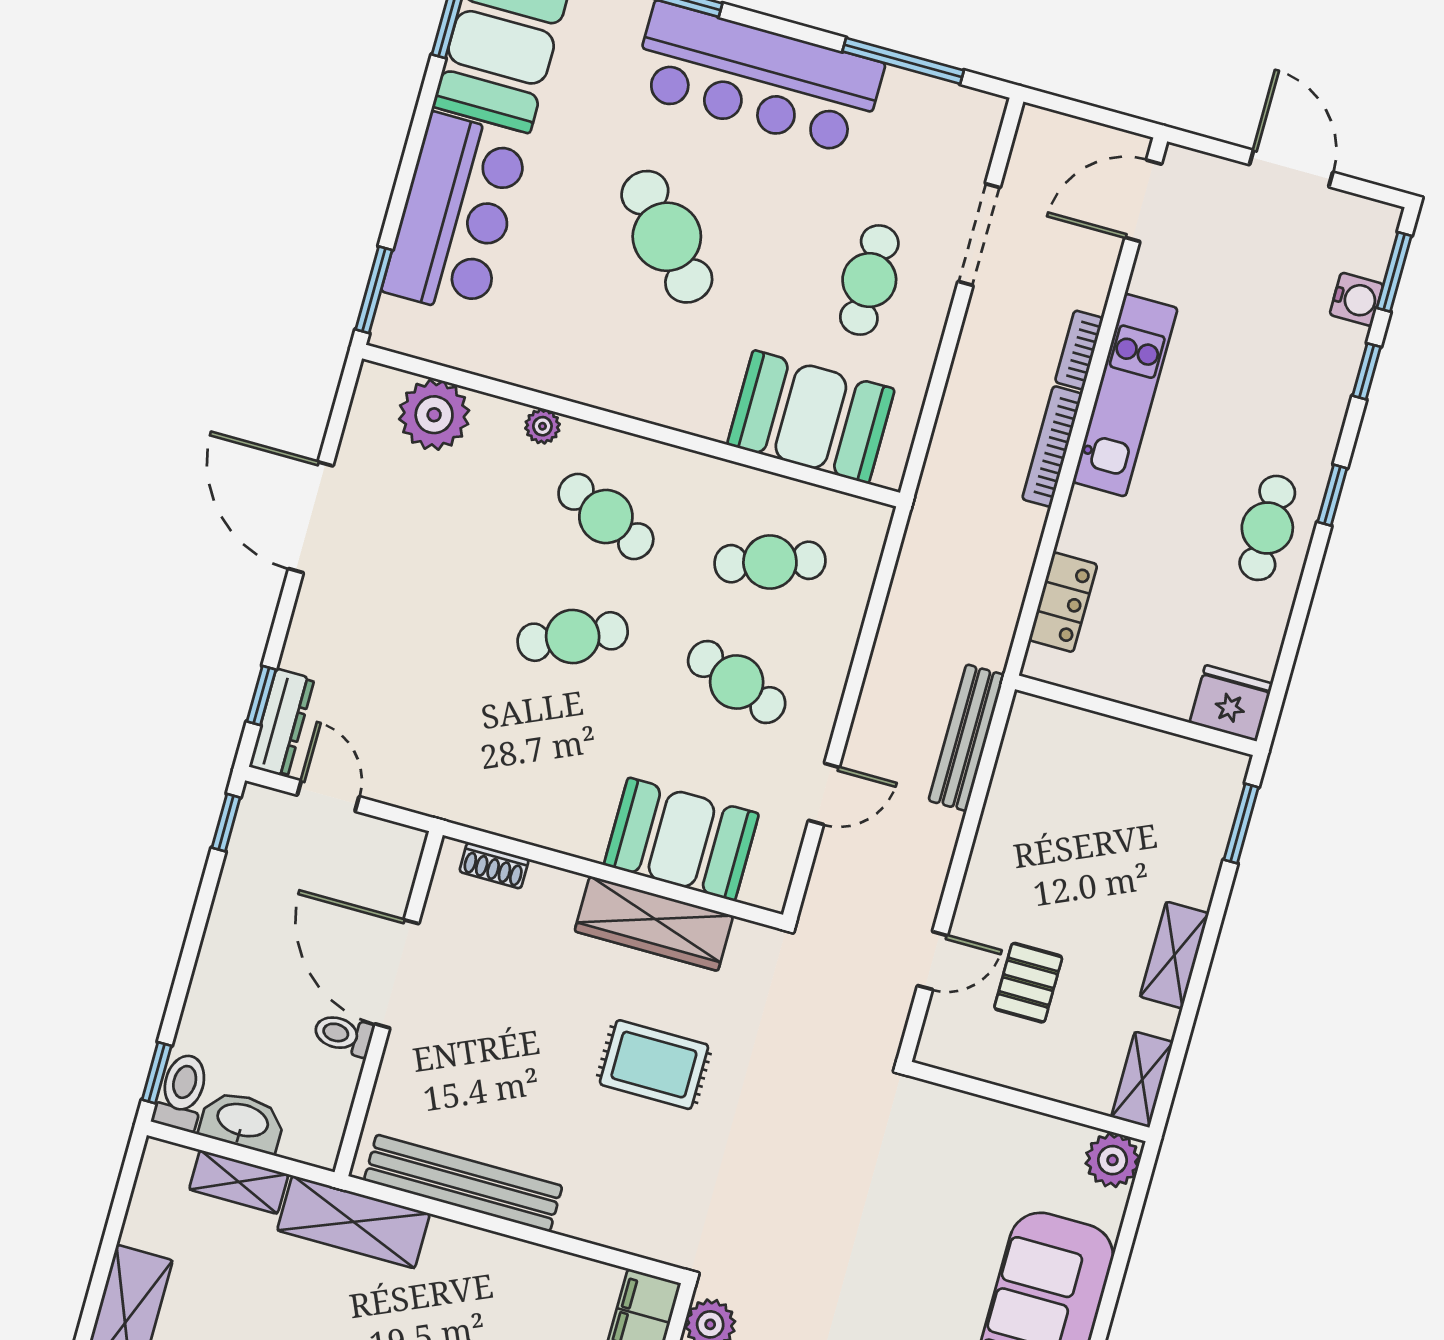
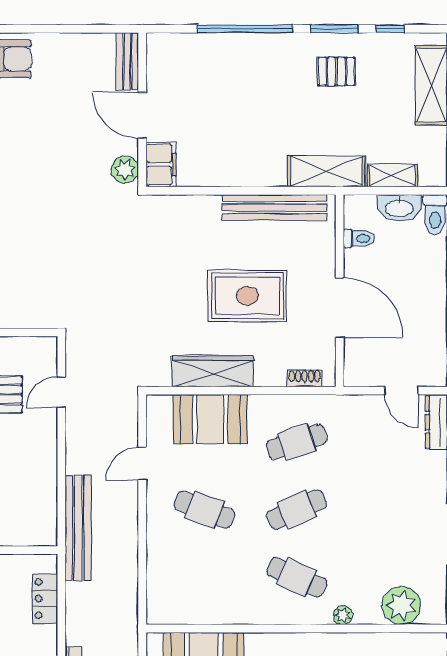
cafe table: (770, 562) -> (297, 442), moved
bench: (966, 738) -> (78, 528), width x1.37, depth x1.21
toilet: (343, 1035) -> (359, 239), moved
rug: (654, 1065) -> (247, 296), moved, width x1.36, depth x1.43

